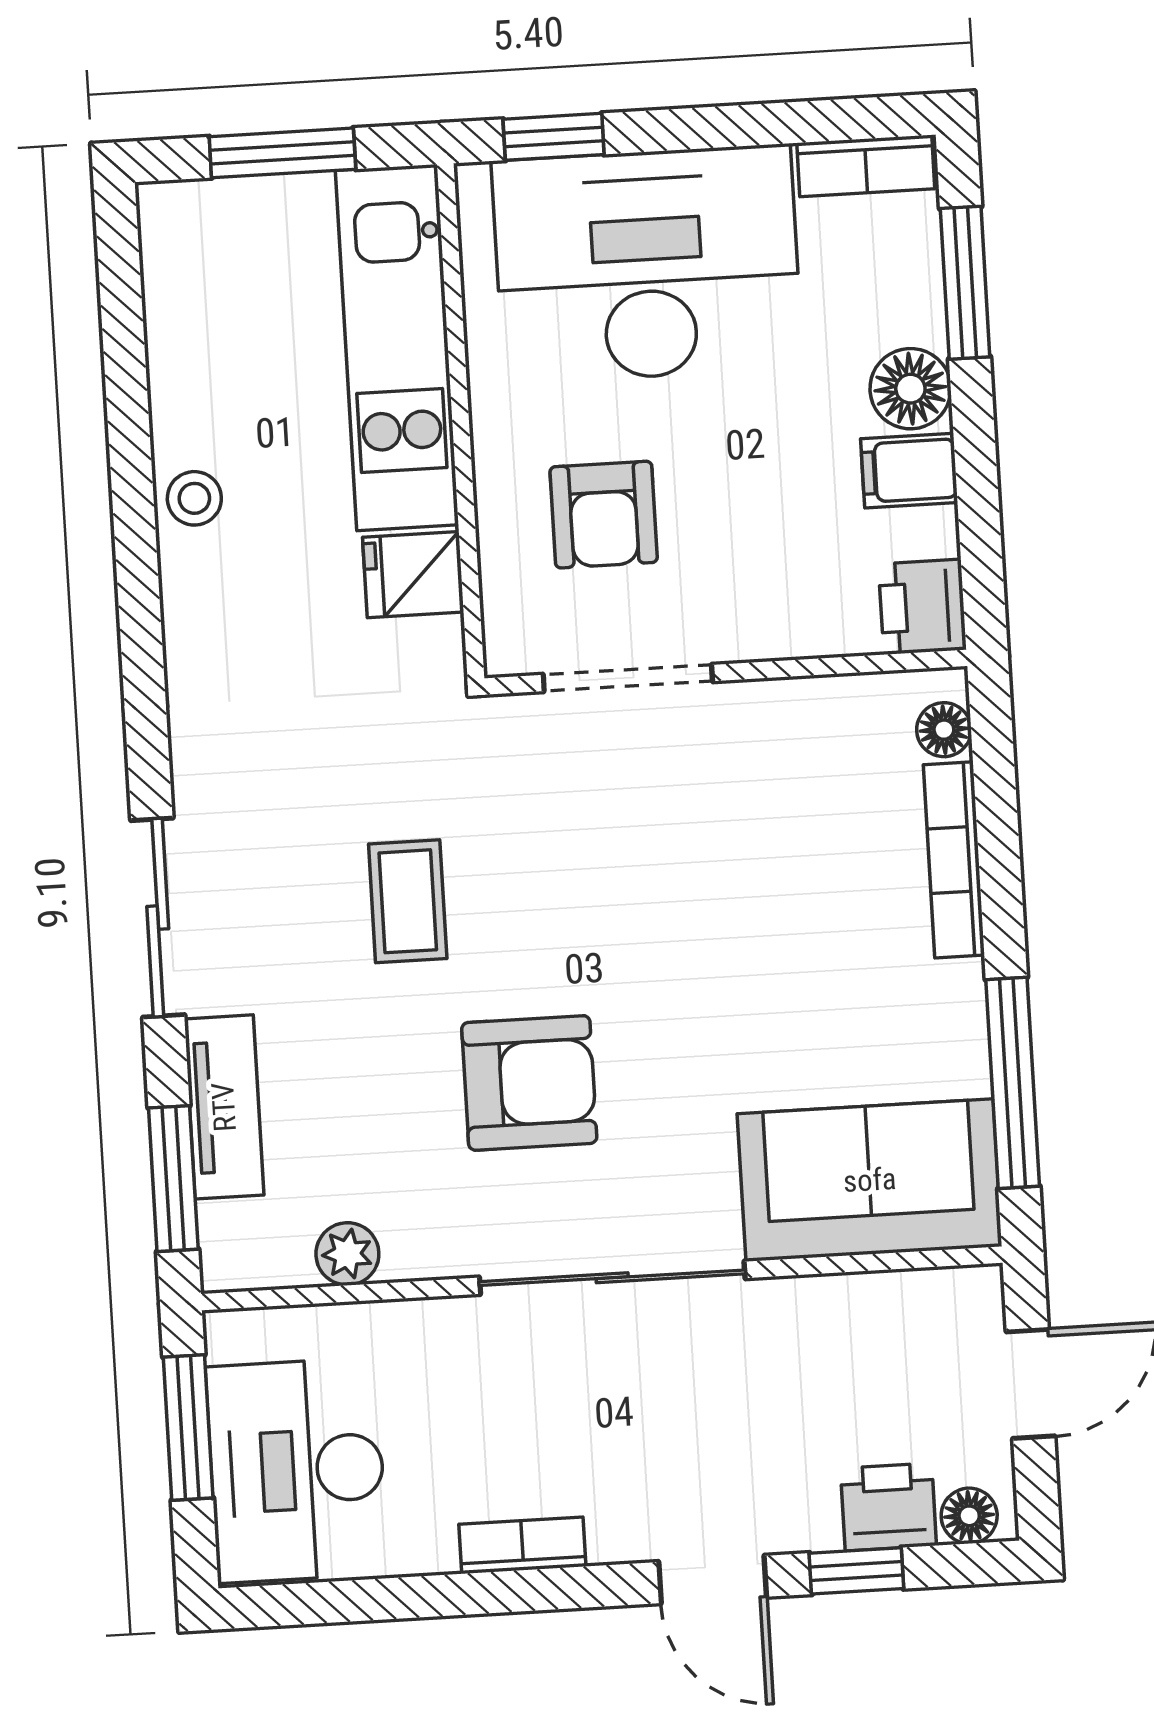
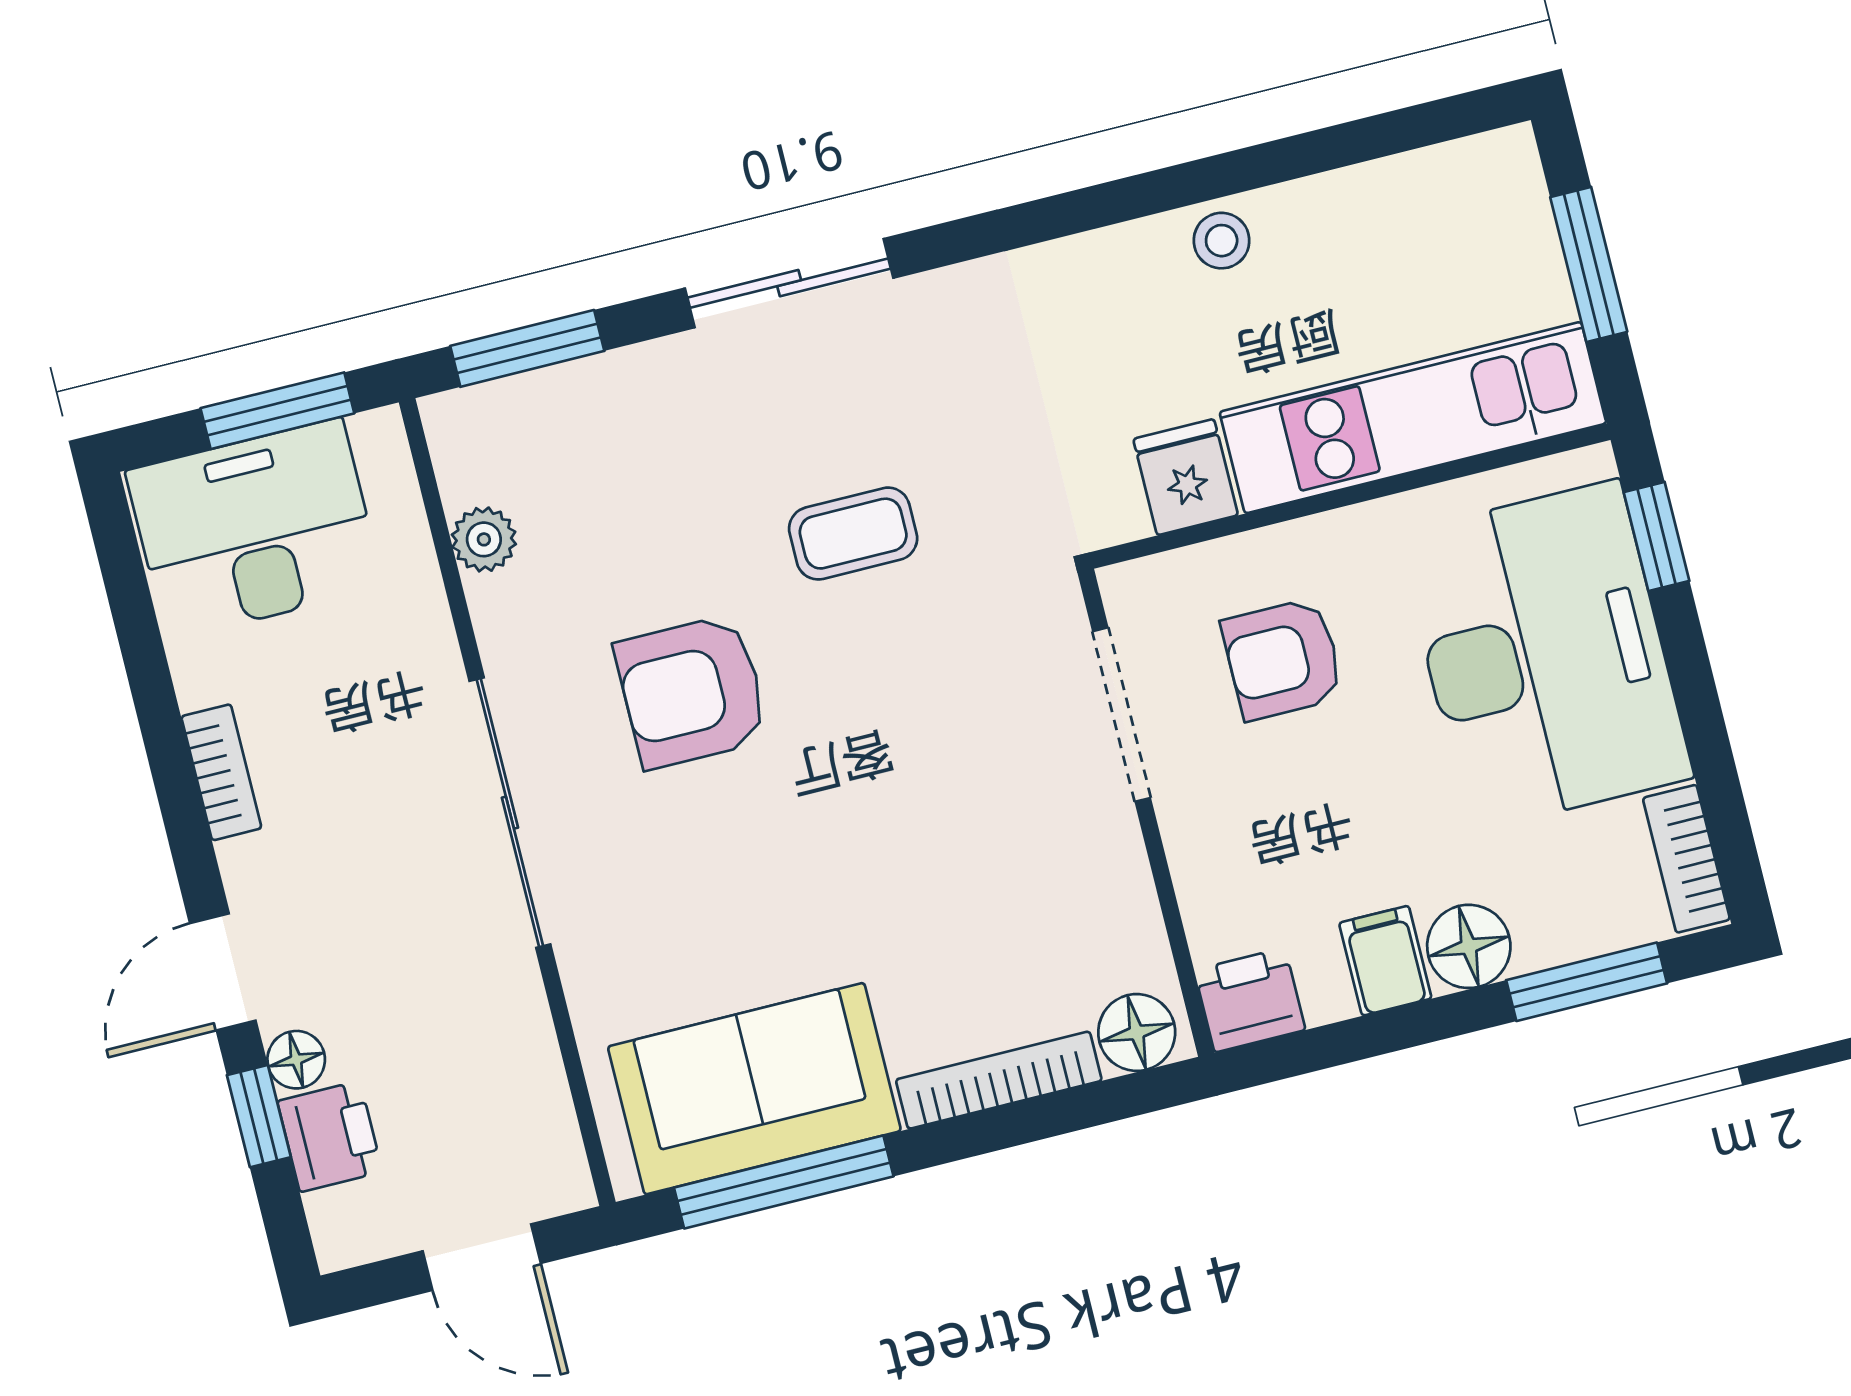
floor lamp: (944, 730) -> (1137, 1033), width x1.37, depth x1.37
armchair: (529, 1083) -> (692, 692), turned 90
tv unit: (224, 1107) -> (610, 386), removed
sofa: (870, 1180) -> (754, 1089), moved, turned -90
floor lamp: (969, 1516) -> (296, 1060), moved

